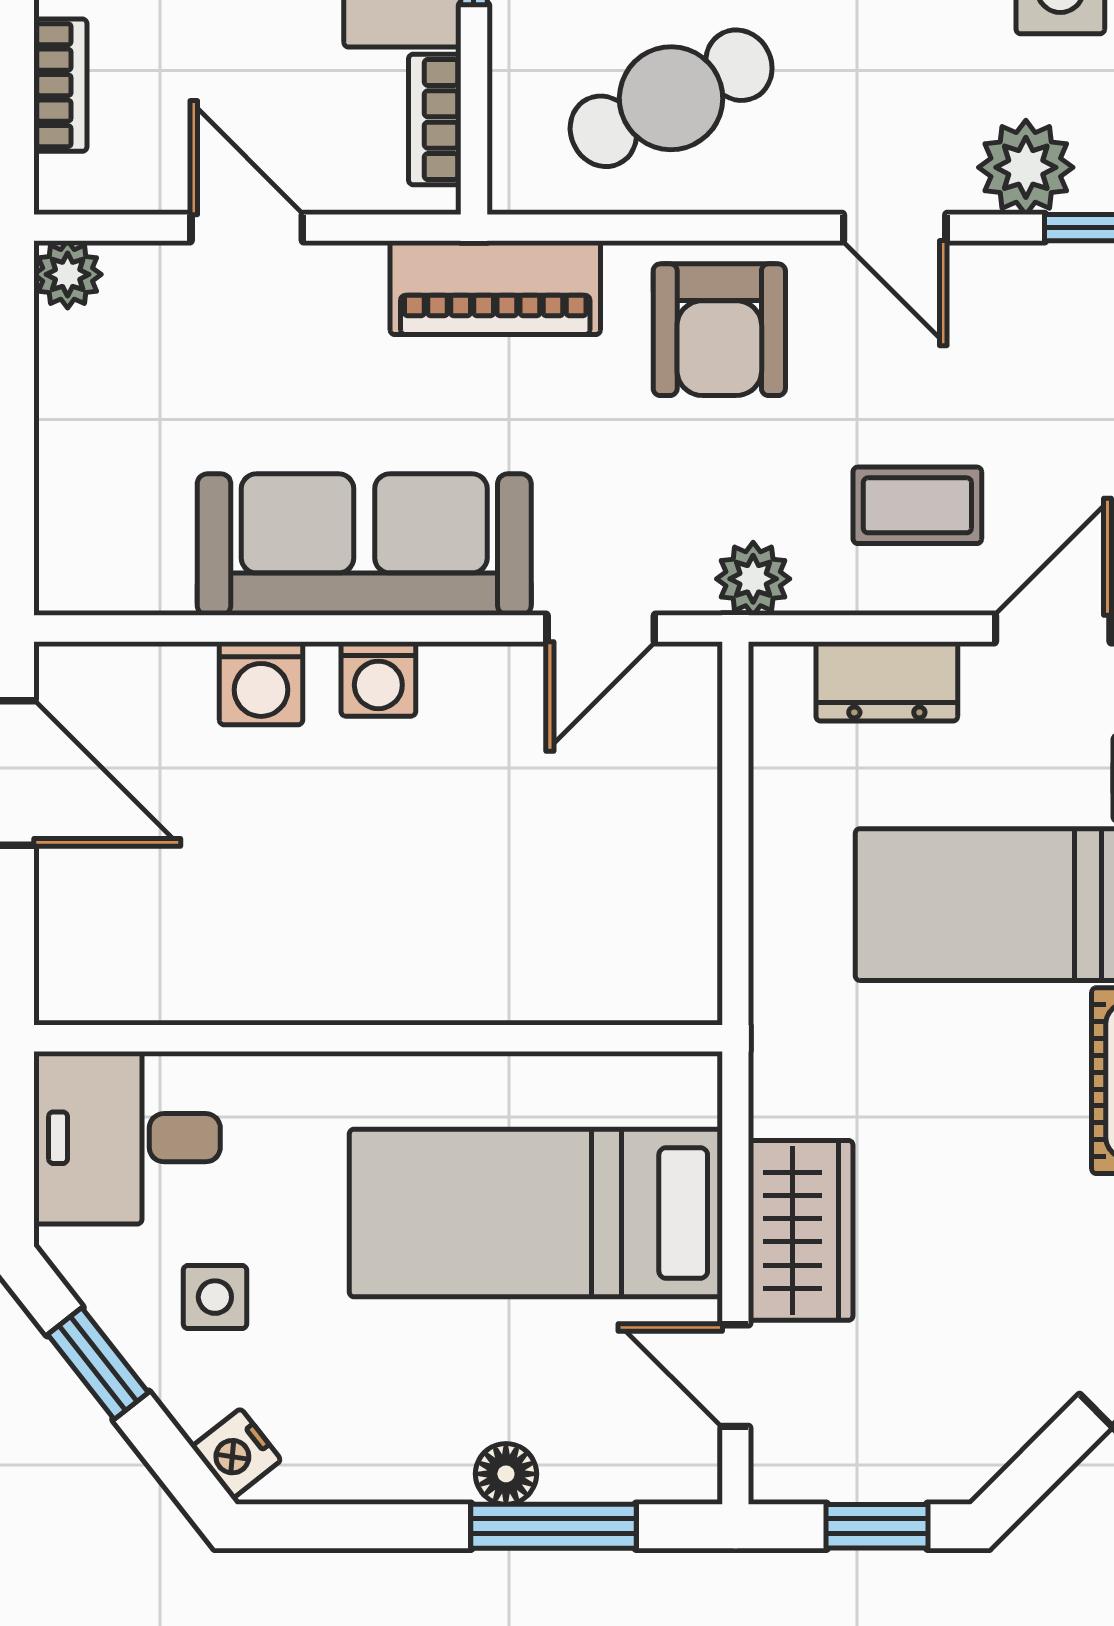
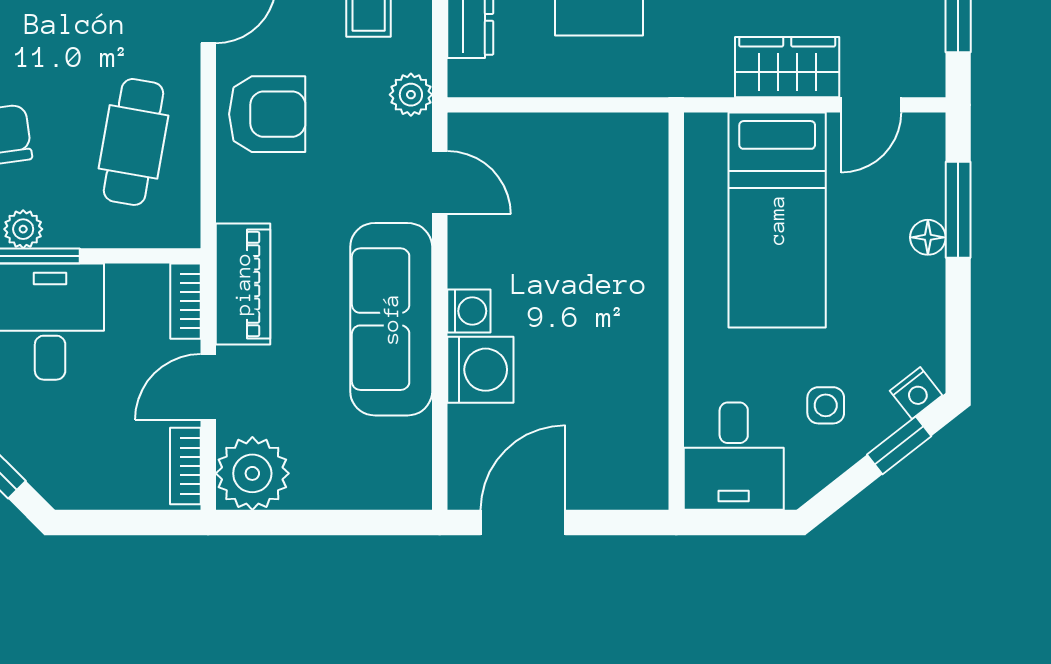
bookcase: (60, 85) -> (185, 466), moved, turned -90
cafe table: (671, 98) -> (133, 142), turned 36
bookcase: (435, 119) -> (186, 301), moved, turned 90
plant: (68, 274) -> (252, 473), width x1.87, depth x1.87
piano: (495, 288) -> (243, 284), moved
washing machine: (261, 683) -> (480, 370), width x1.38, depth x1.38
window: (98, 1364) -> (899, 445), moved

